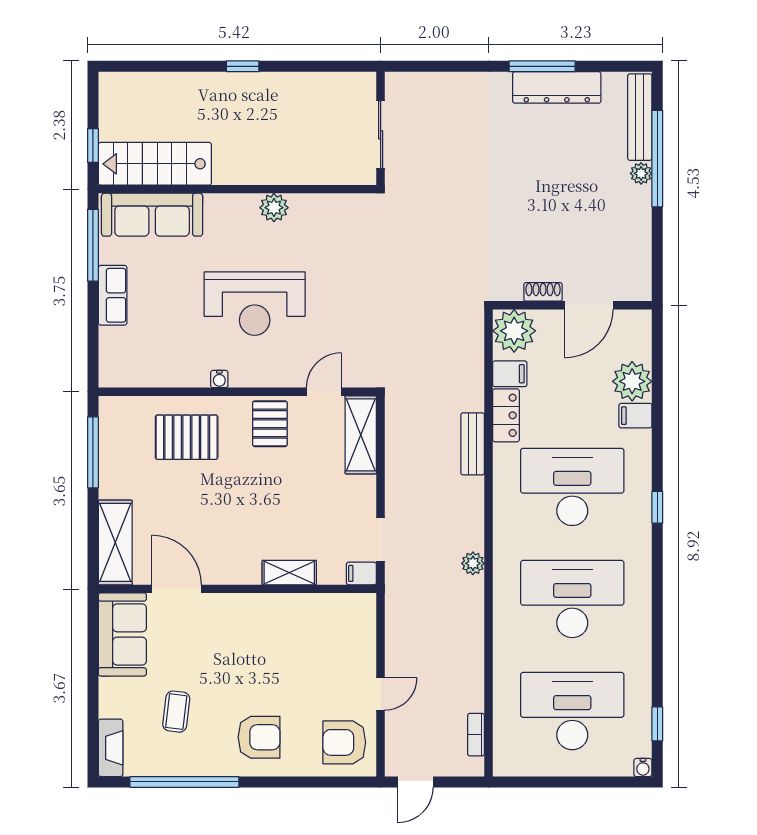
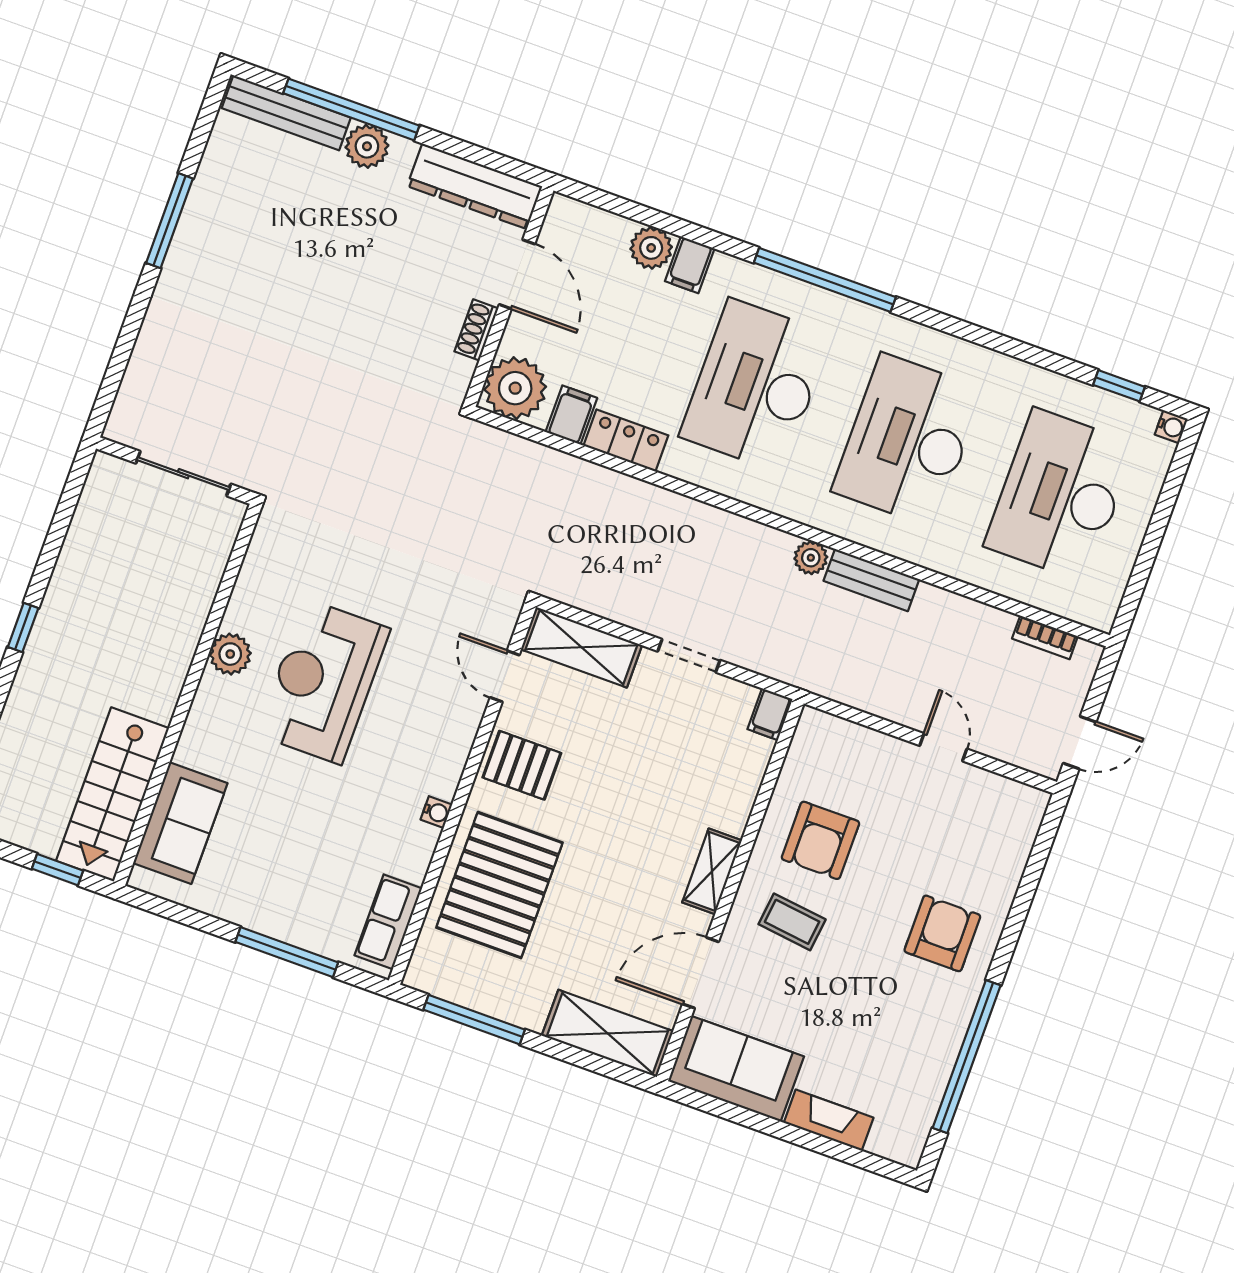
dresser: (557, 87) -> (475, 186), moved, turned 90
plant: (641, 173) -> (367, 146), width x1.38, depth x1.38
sofa: (152, 215) -> (180, 823), width x0.73
window: (93, 245) -> (287, 952), moved
row of seats: (113, 295) -> (388, 922), moved, turned -90
reception desk: (255, 304) -> (323, 682), moved, turned 180
plant: (632, 381) -> (651, 248), width x0.73, depth x0.73
pallet: (187, 437) -> (499, 885), width x1.37, depth x1.41
bench: (473, 444) -> (871, 580), moved
window: (657, 507) -> (825, 280), width x3.17
doorway: (381, 539) -> (689, 656), moved
shelving: (289, 573) -> (712, 871), moved
coffee table: (176, 712) -> (792, 922), moved
armchair: (344, 742) -> (820, 840), moved
fireplace: (111, 748) -> (829, 1120), moved
door: (416, 782) -> (1080, 743), hinge flipped

